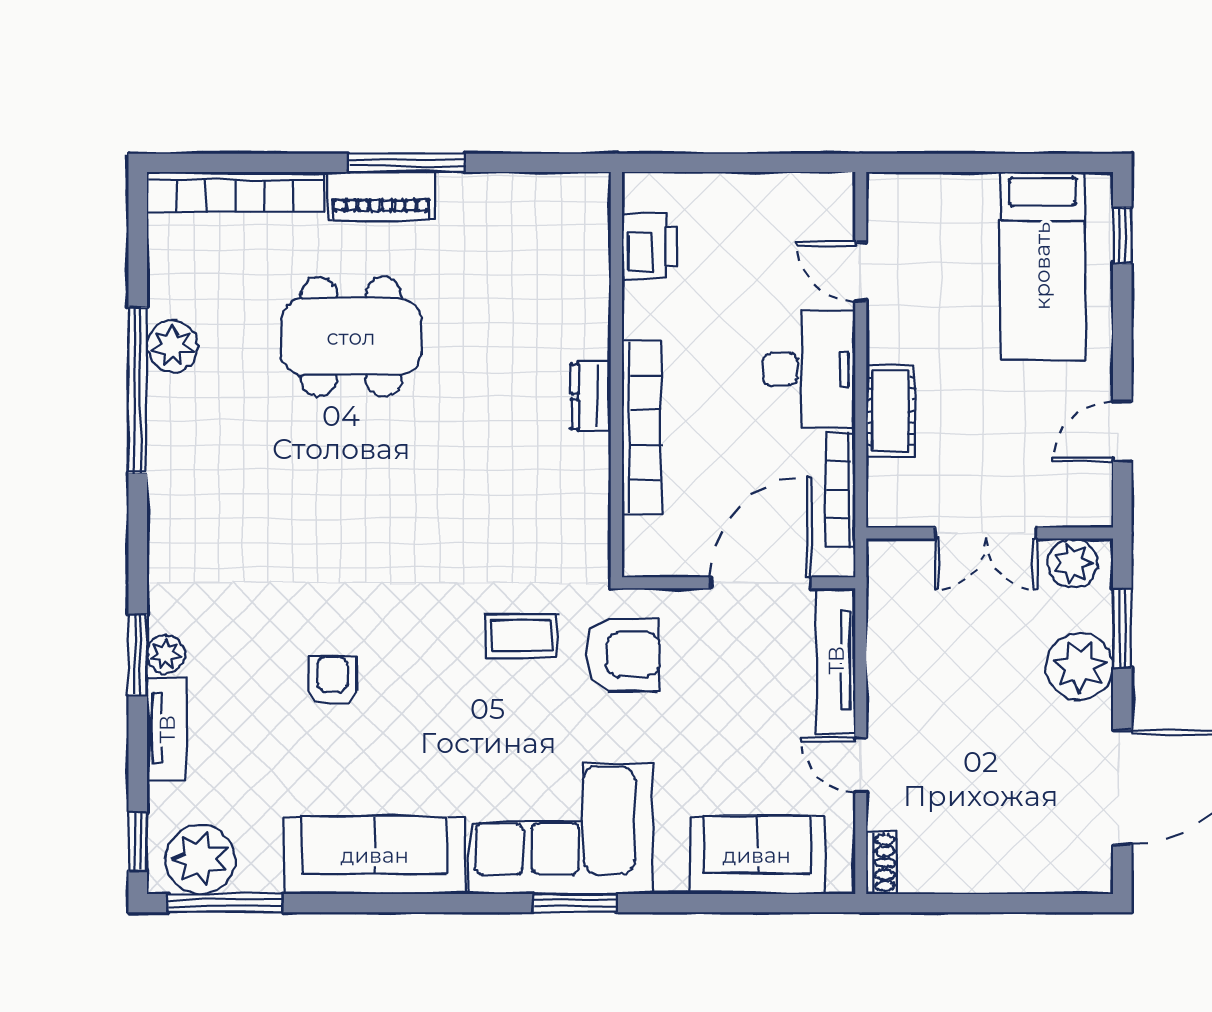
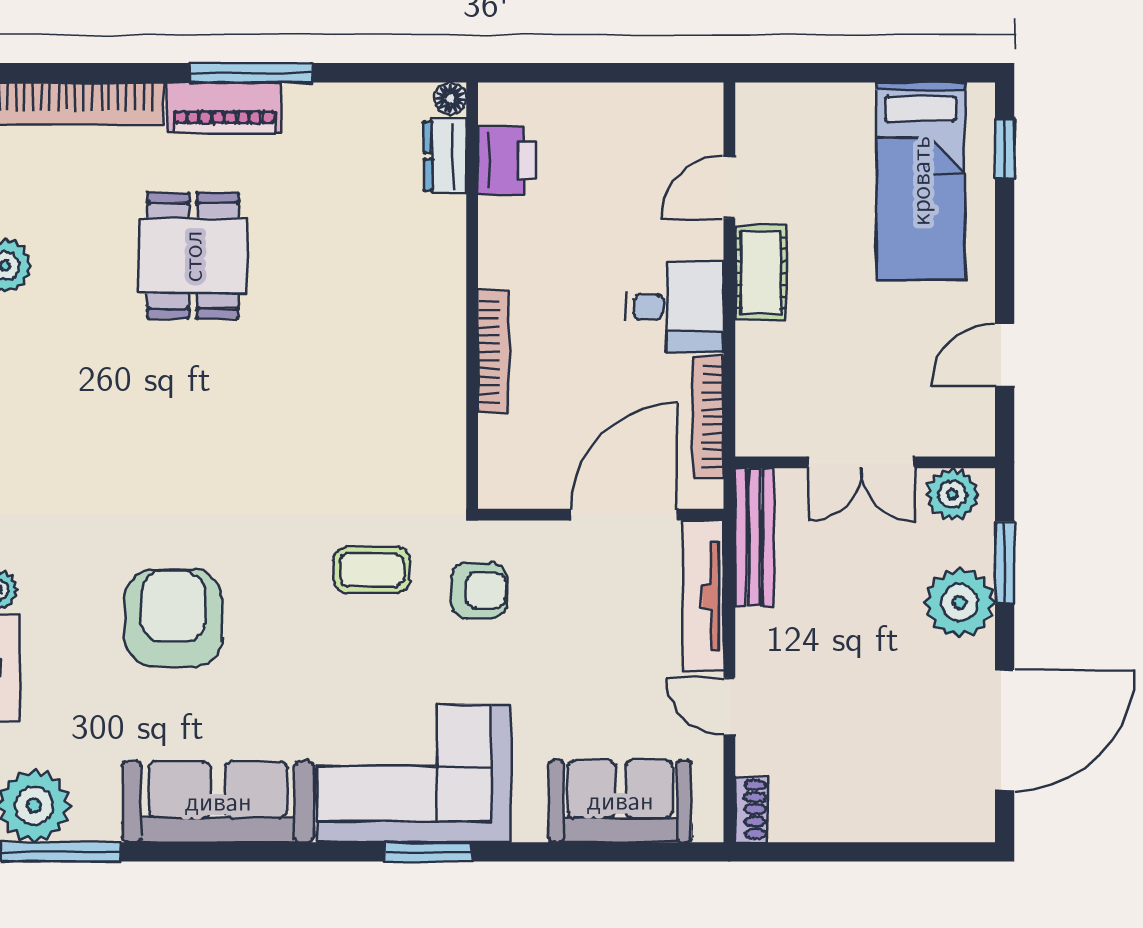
floor lamp: (596, 187) -> (450, 98), added
door: (861, 272) -> (729, 187), hinge flipped
dining table: (351, 337) -> (193, 256), width x0.73
desk: (809, 369) -> (675, 307), width x0.73
dresser: (591, 397) -> (445, 156), moved
cot: (890, 411) -> (761, 273), moved
bookcase: (641, 428) -> (494, 351), width x0.68, depth x0.76
bench: (885, 604) -> (754, 537), added
armchair: (623, 655) -> (479, 590), width x0.72, depth x0.72
armchair: (332, 681) -> (173, 618), width x1.88, depth x1.88

